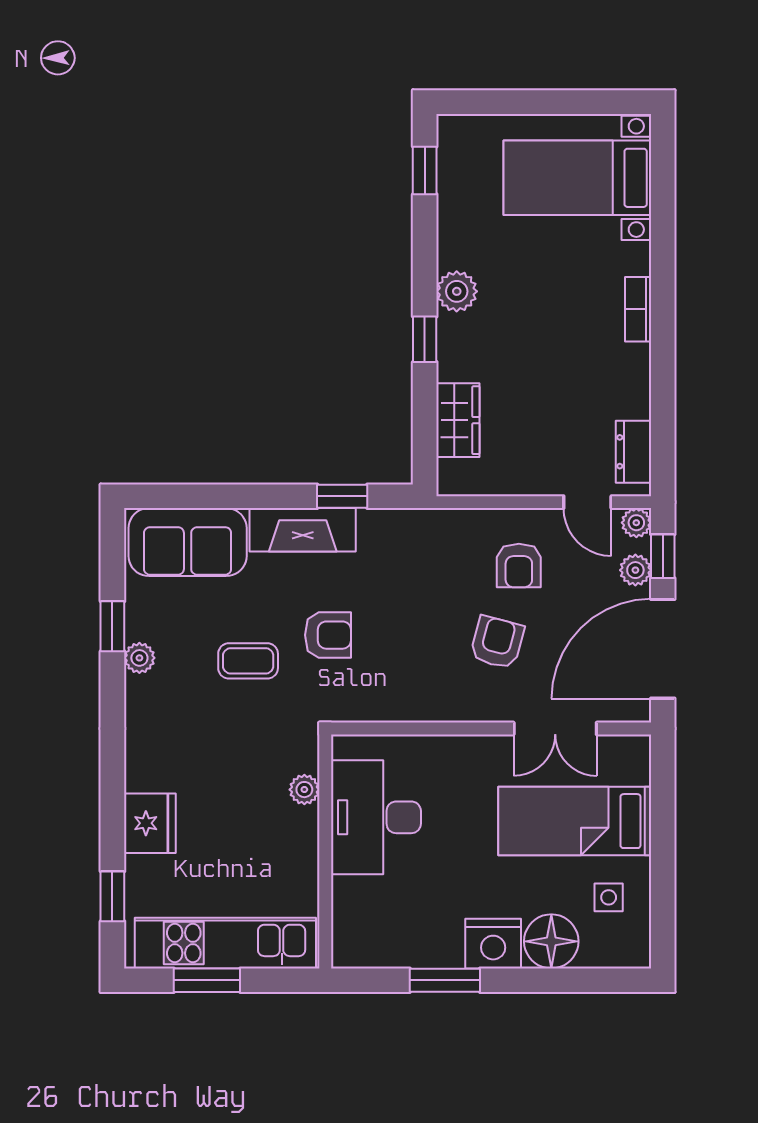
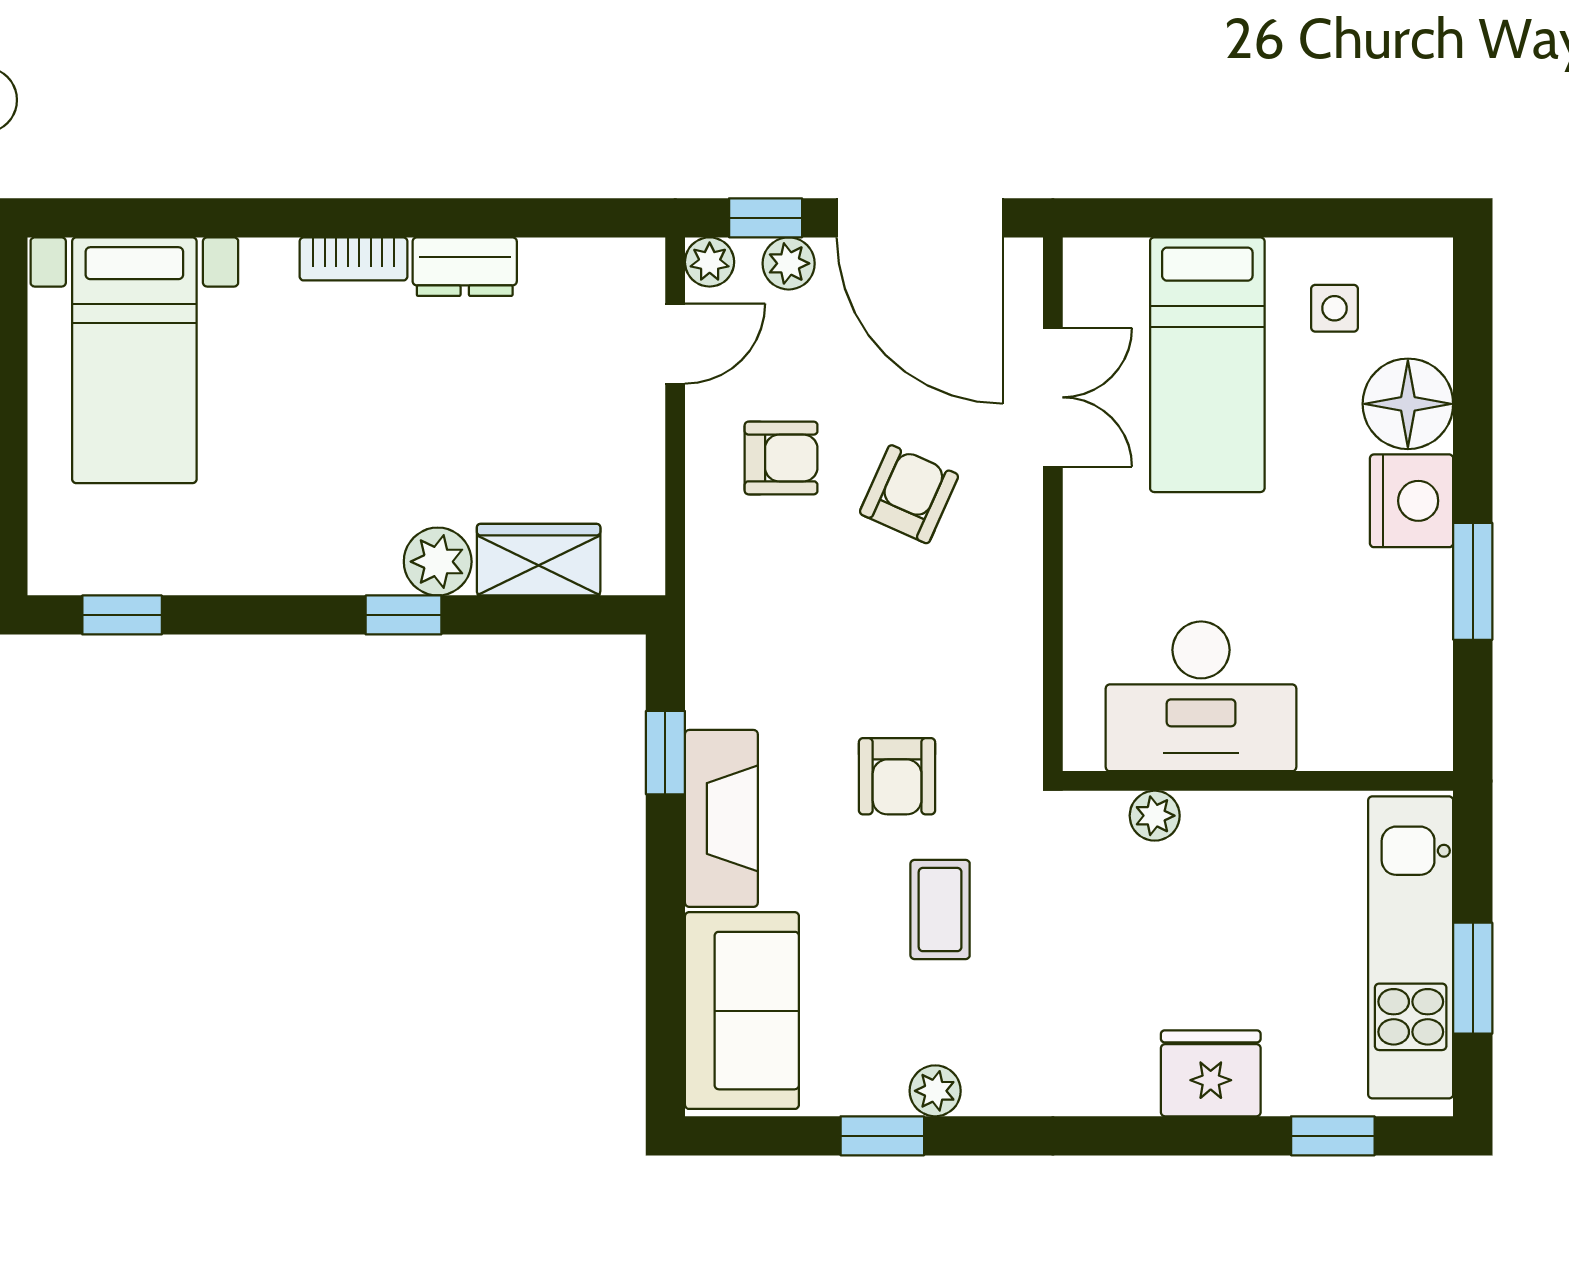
plant: (457, 291) -> (438, 562), moved
dresser: (634, 452) -> (465, 267), moved
armchair: (328, 635) -> (897, 776), turned 180
armchair: (497, 642) -> (909, 494), turned 99

